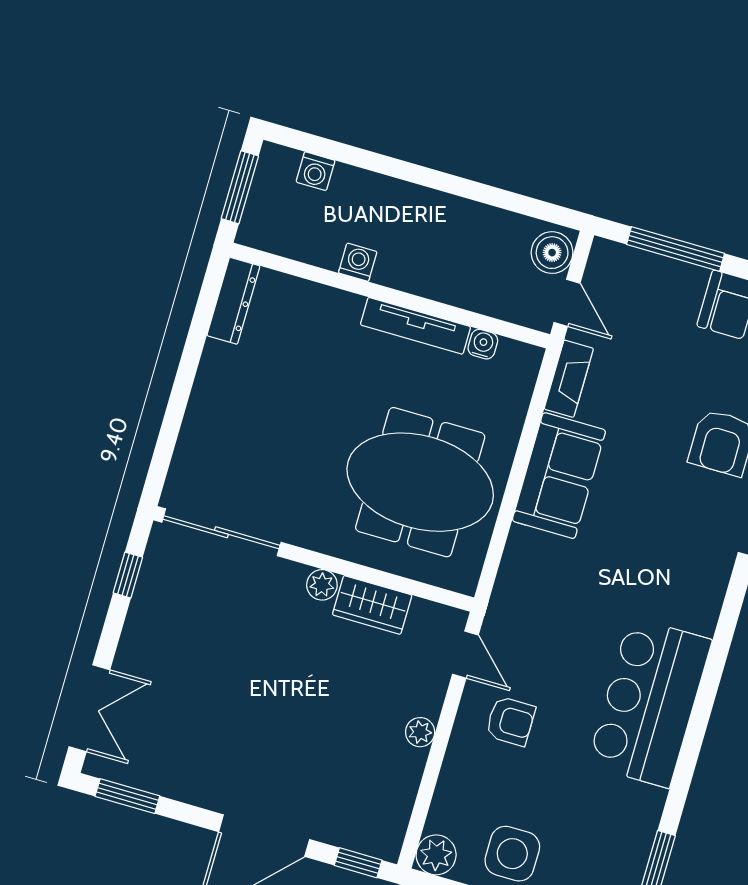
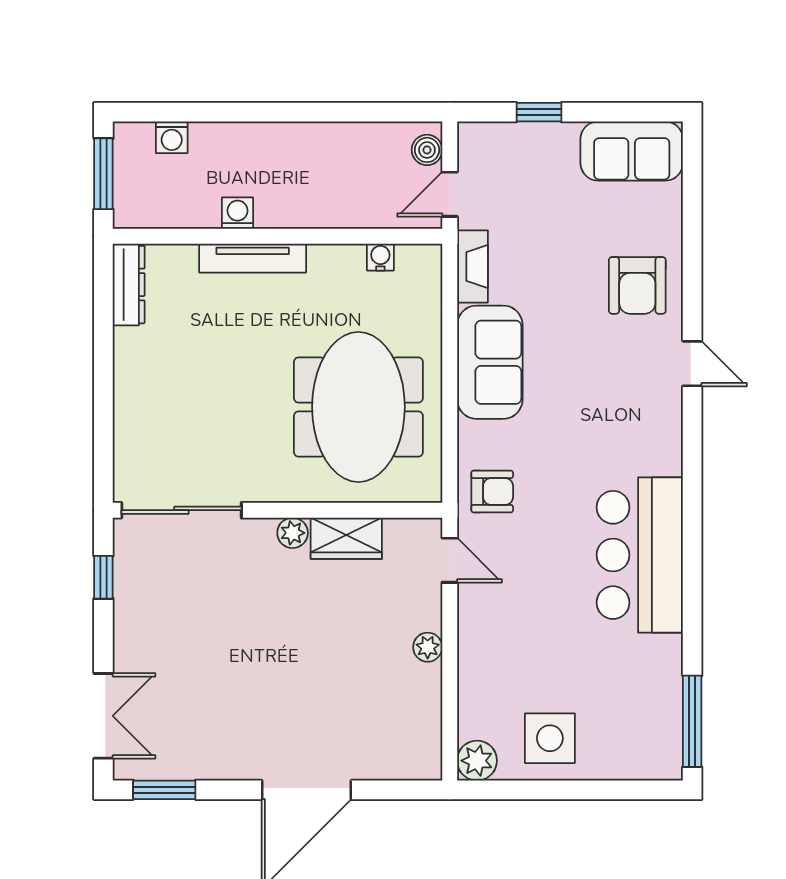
window: (676, 249) -> (539, 112), width x0.46
boiler: (552, 253) -> (427, 150), width x0.73, depth x0.73
door: (567, 303) -> (450, 194), swing flipped
tv unit: (415, 326) -> (253, 258), moved
meeting table: (420, 482) -> (358, 407), turned 90
armchair: (510, 721) -> (492, 492), moved
window: (358, 863) -> (404, 790), removed

